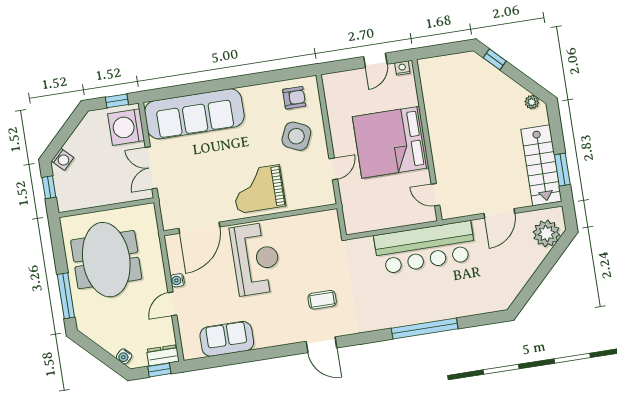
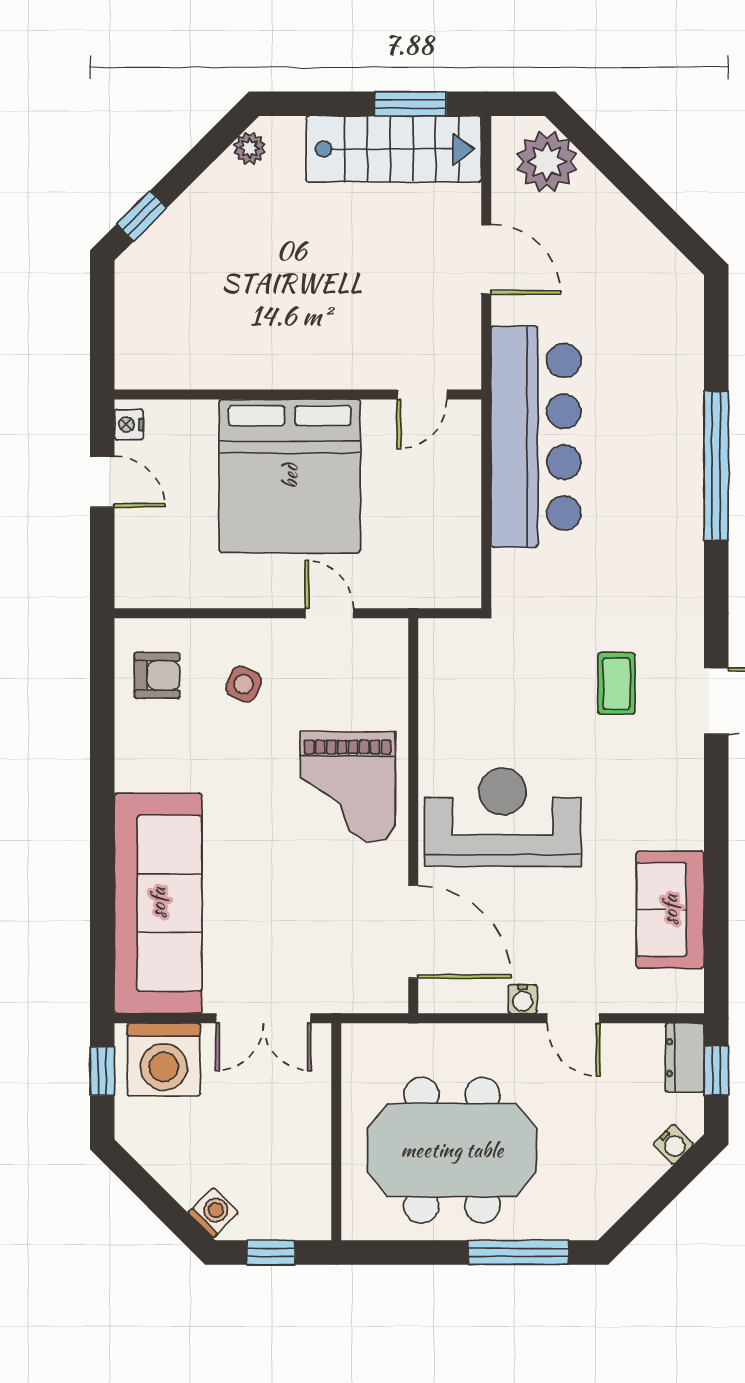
armchair: (294, 98) -> (157, 675), turned 90
side table: (296, 136) -> (243, 684), width x0.54, depth x0.54

